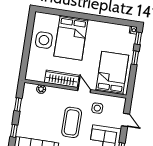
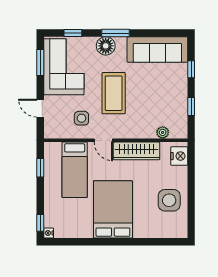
bed: (71, 38) -> (113, 209), moved
window: (135, 58) -> (40, 168), moved
nightstand: (32, 70) -> (179, 156), added
bed: (112, 73) -> (75, 170), width x0.67

